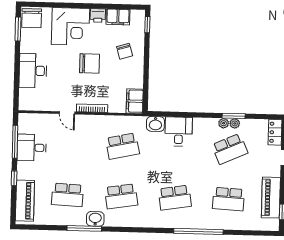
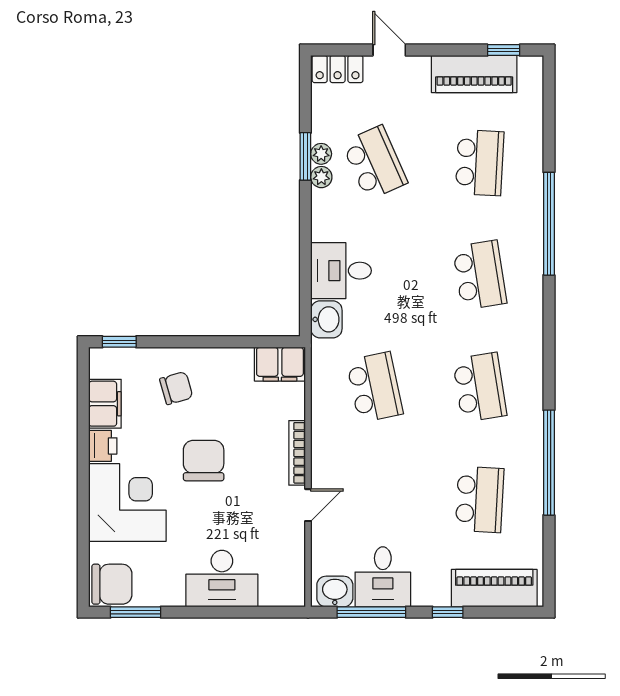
washbasin: (95, 219) -> (335, 591), moved, turned 90
window: (84, 228) -> (549, 463), width x1.46

